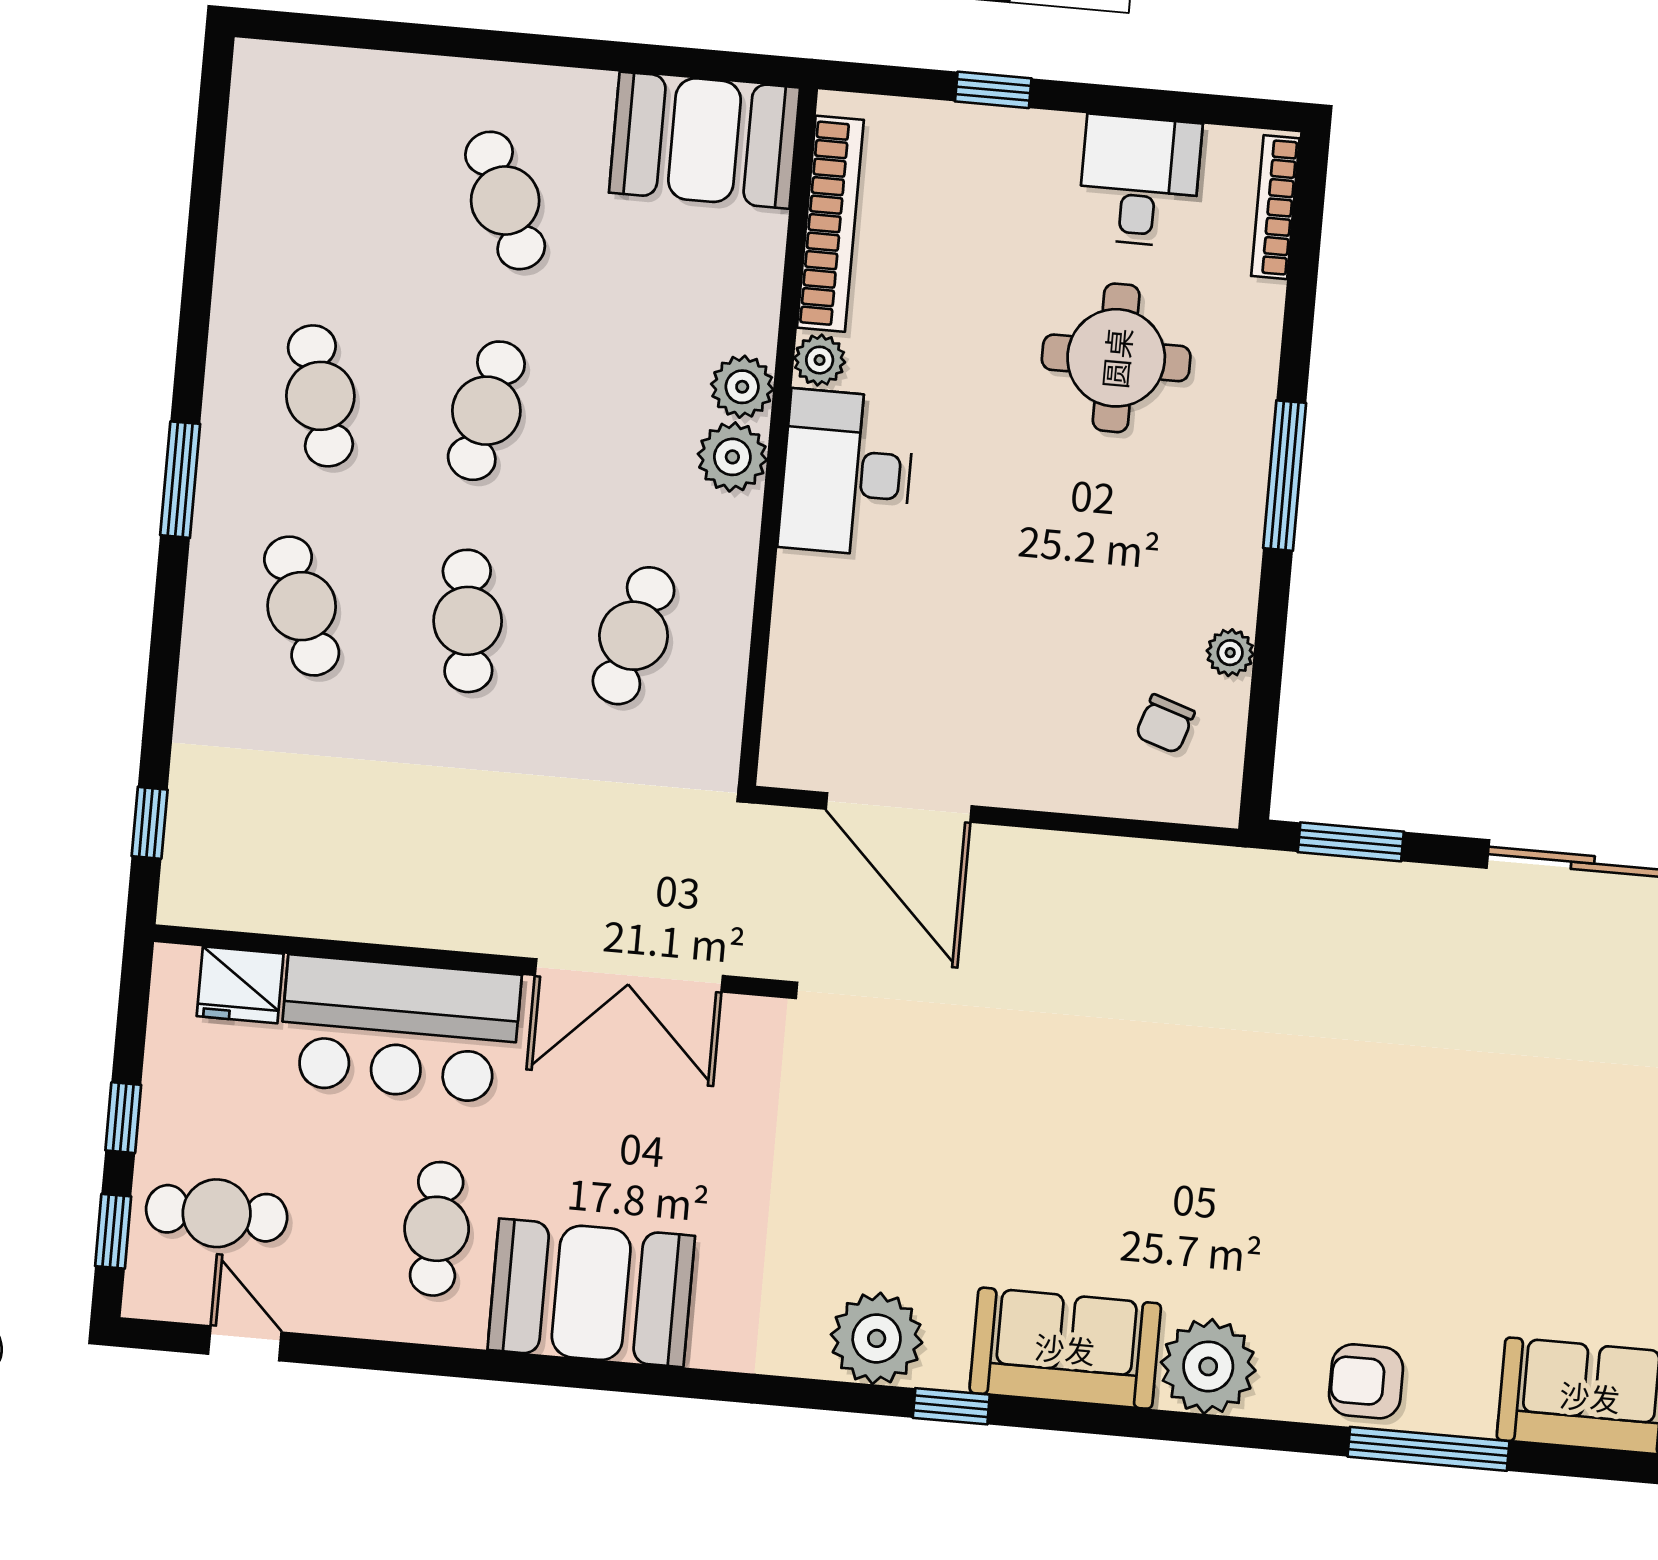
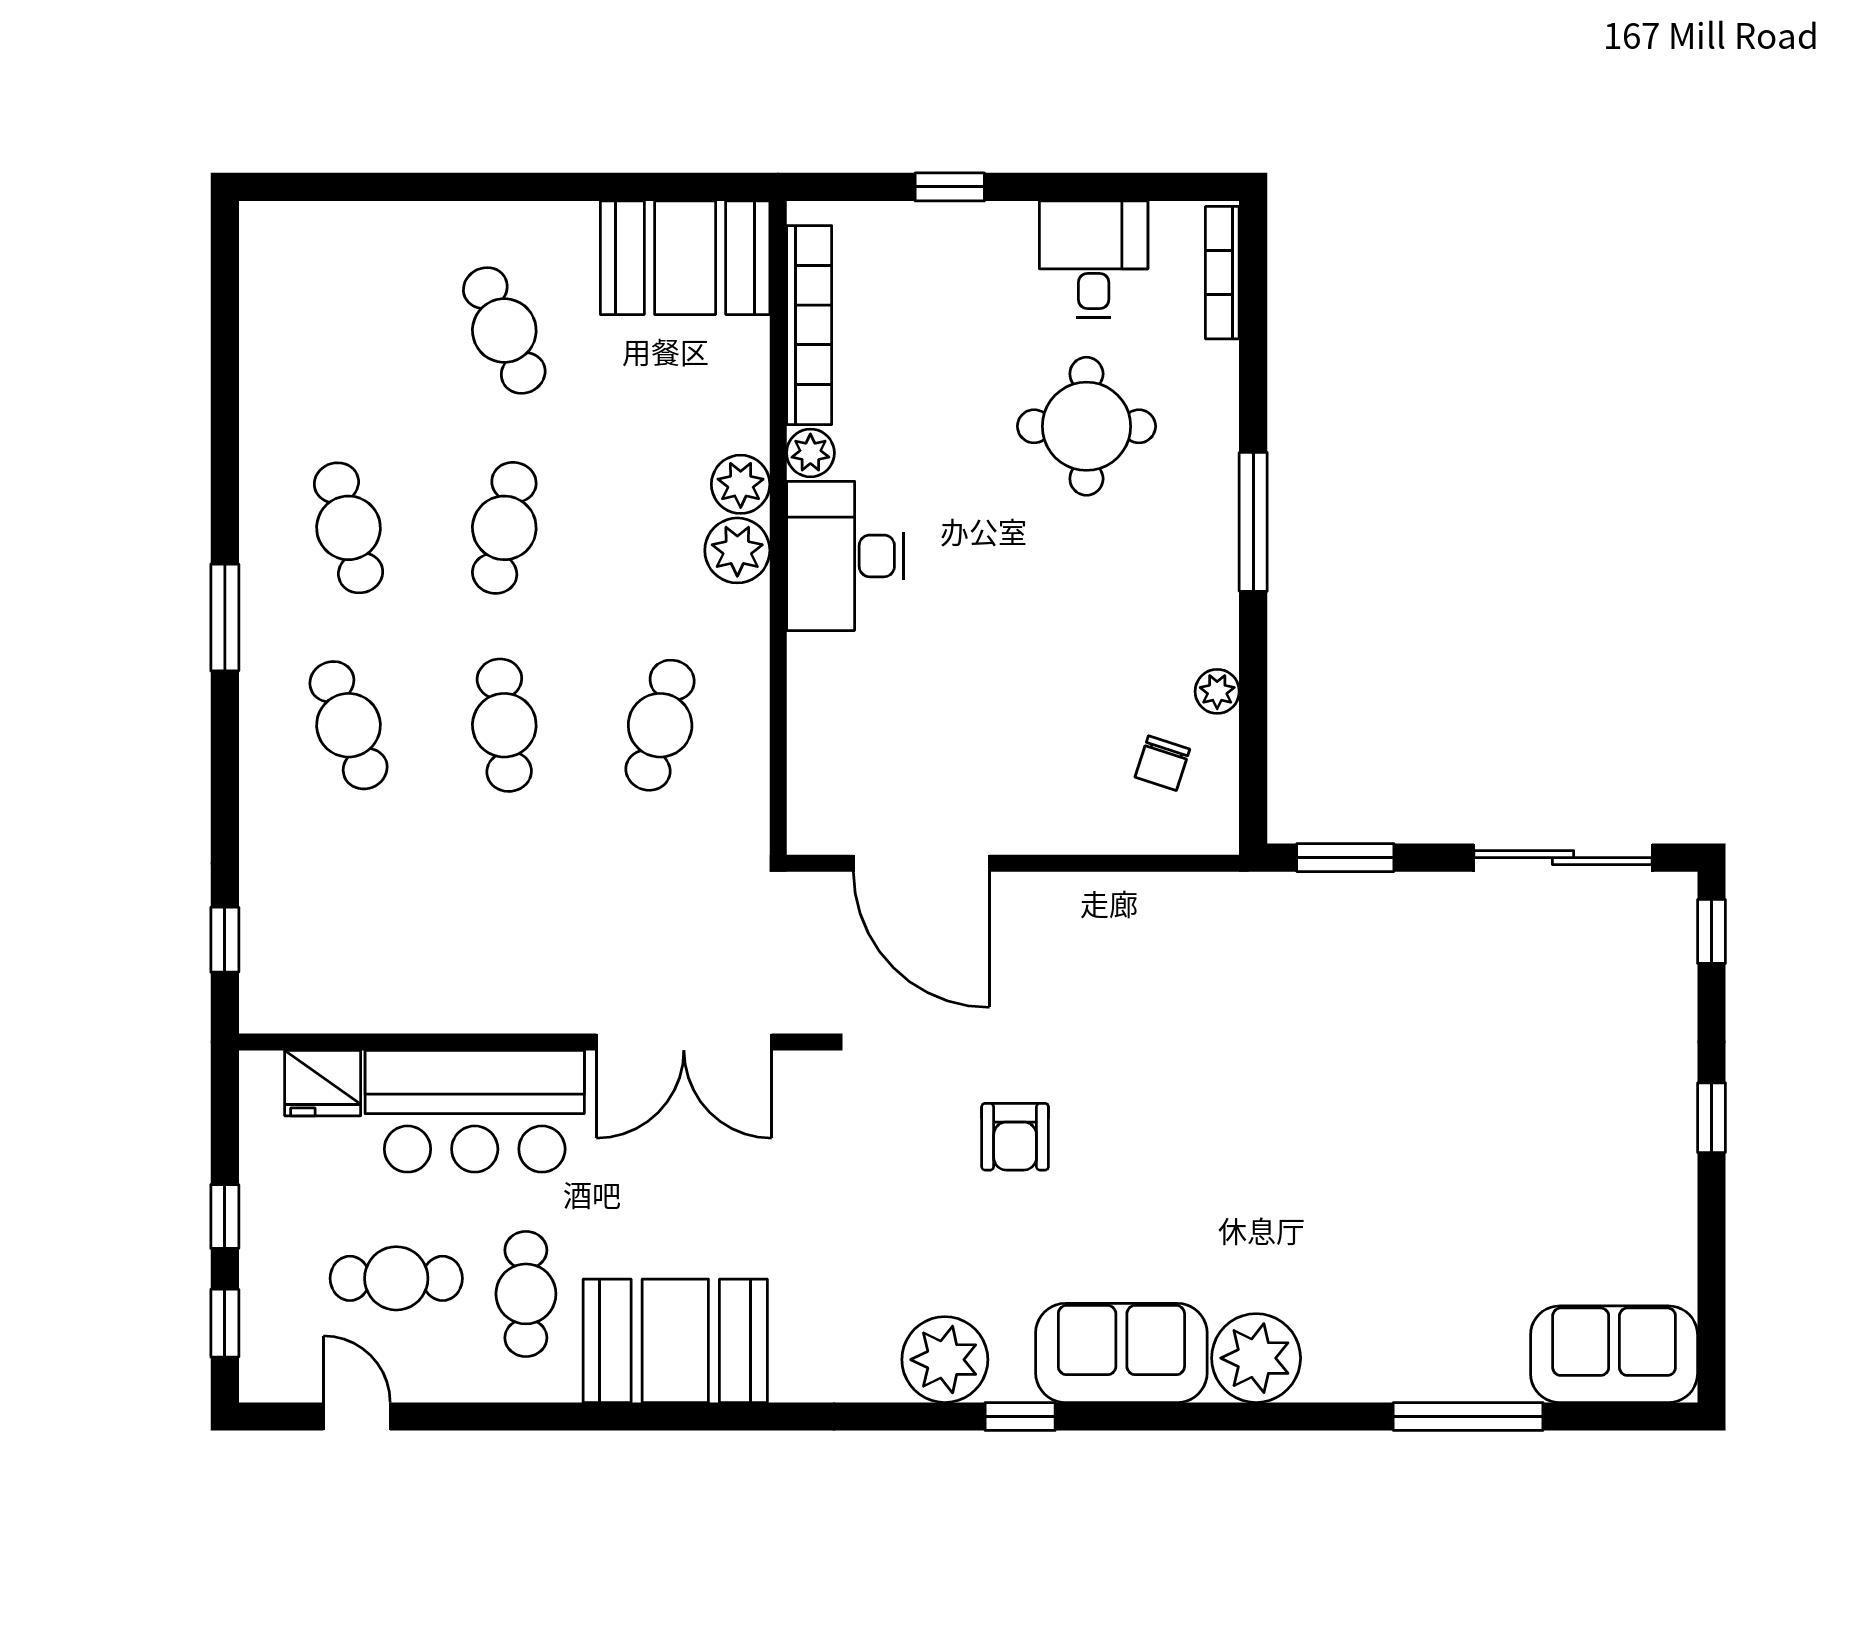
cafe table: (217, 1213) -> (396, 1278), moved
armchair: (1366, 1381) -> (1015, 1137), moved, turned -90

